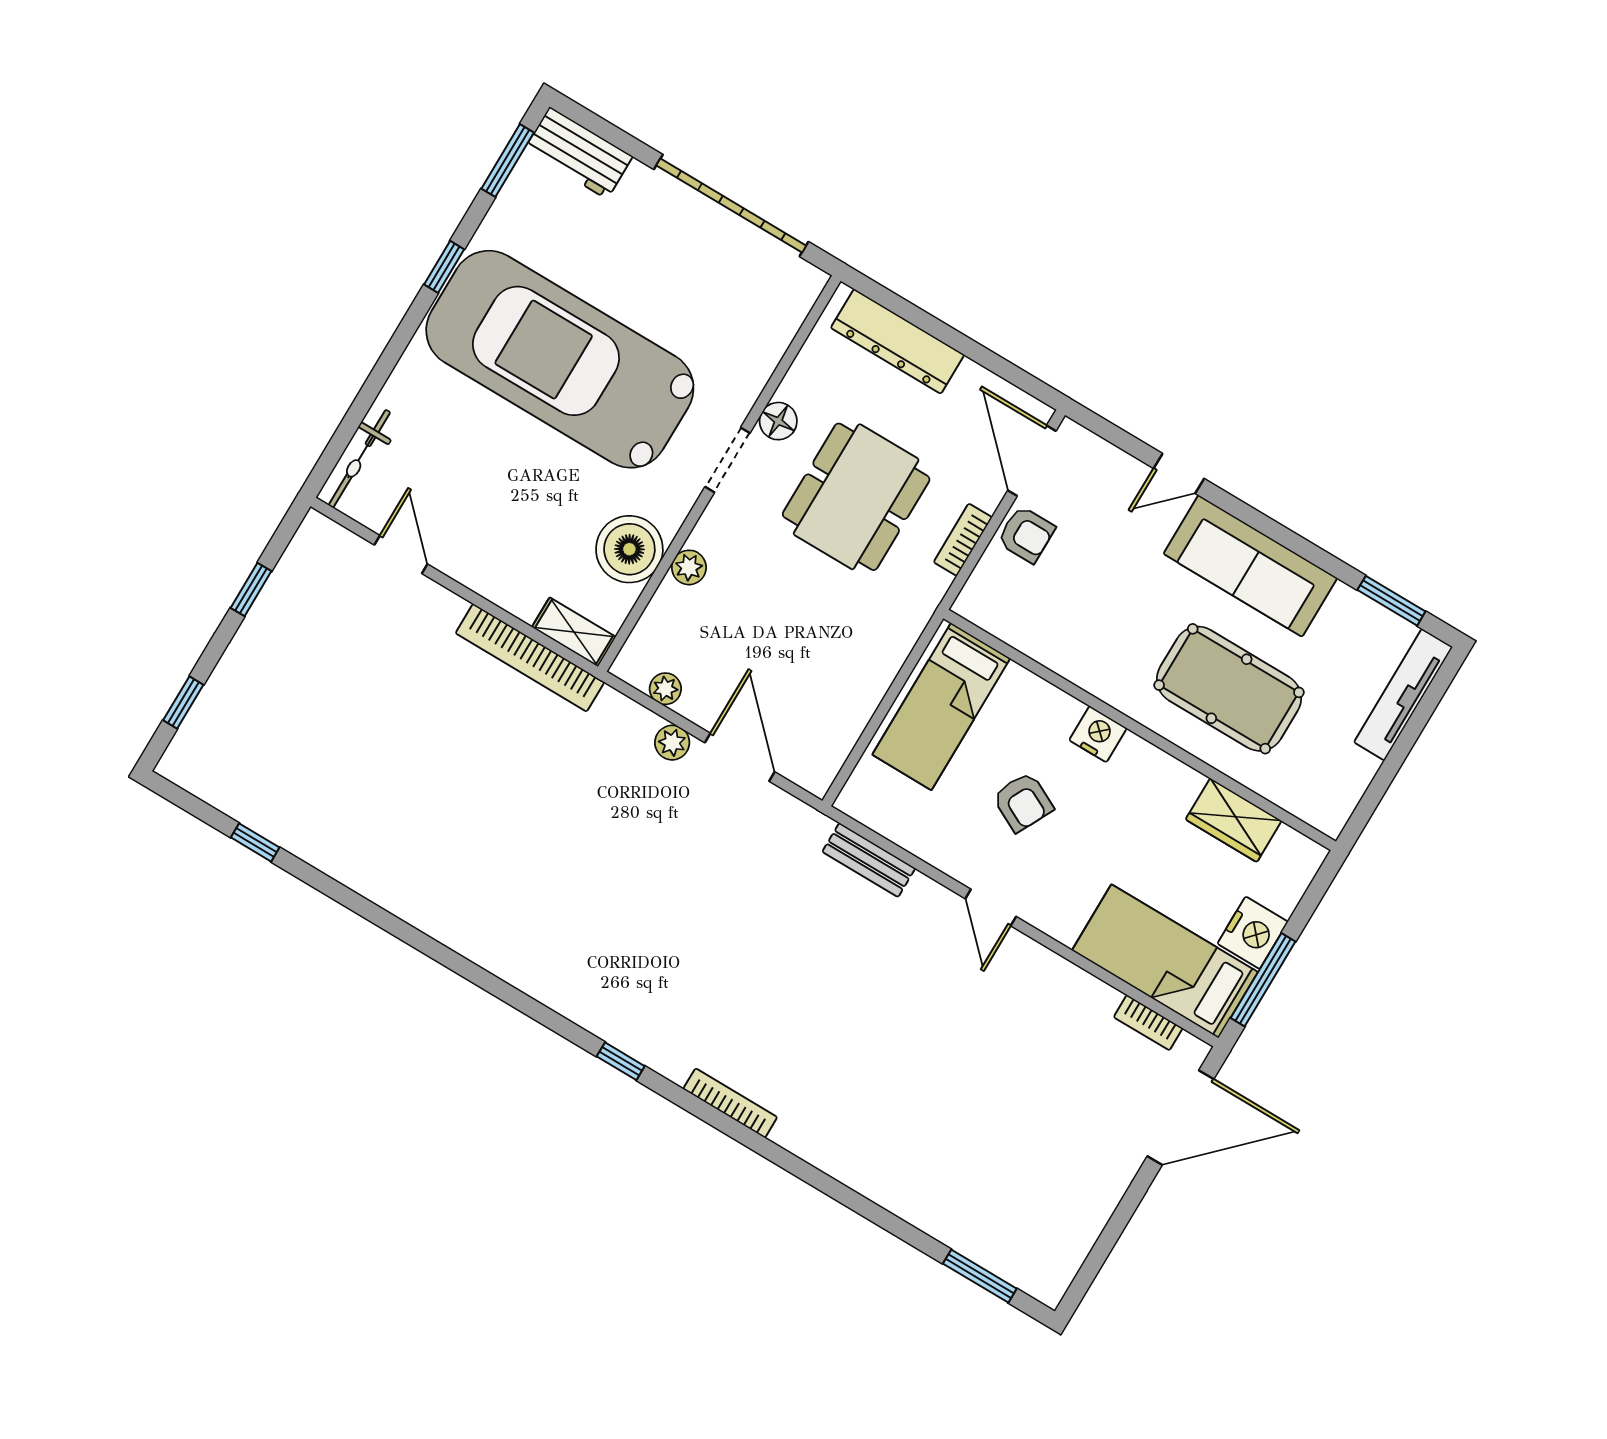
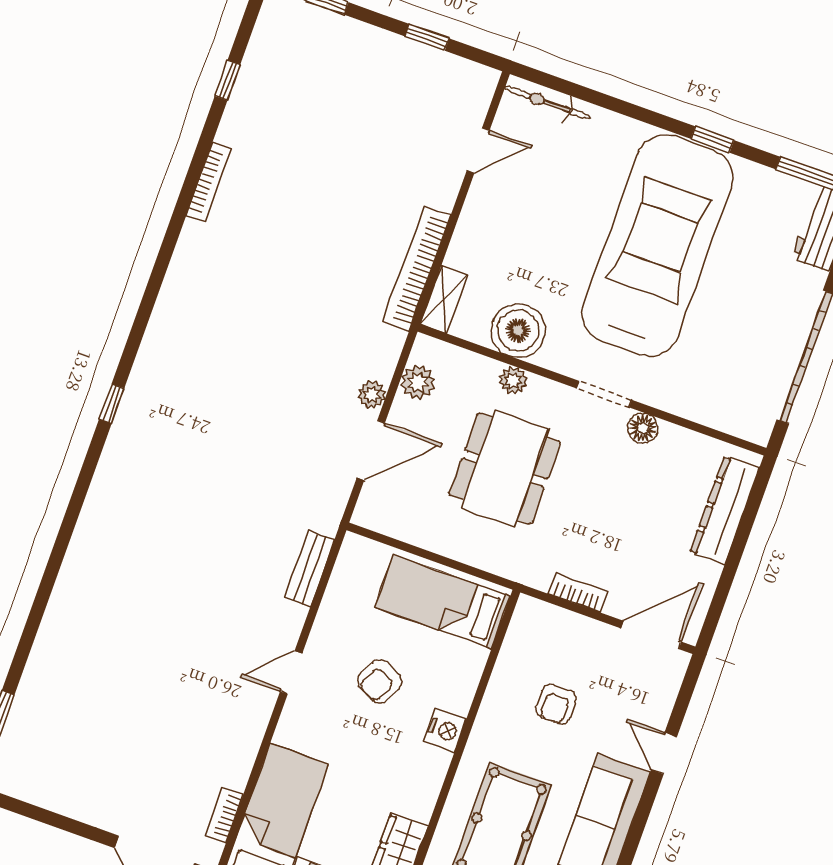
dining table: (856, 497) -> (505, 468), moved, turned 90
armchair: (1026, 534) -> (556, 704), moved
plant: (665, 689) -> (418, 382), width x1.38, depth x1.38
bookcase: (730, 1103) -> (208, 182), moved

